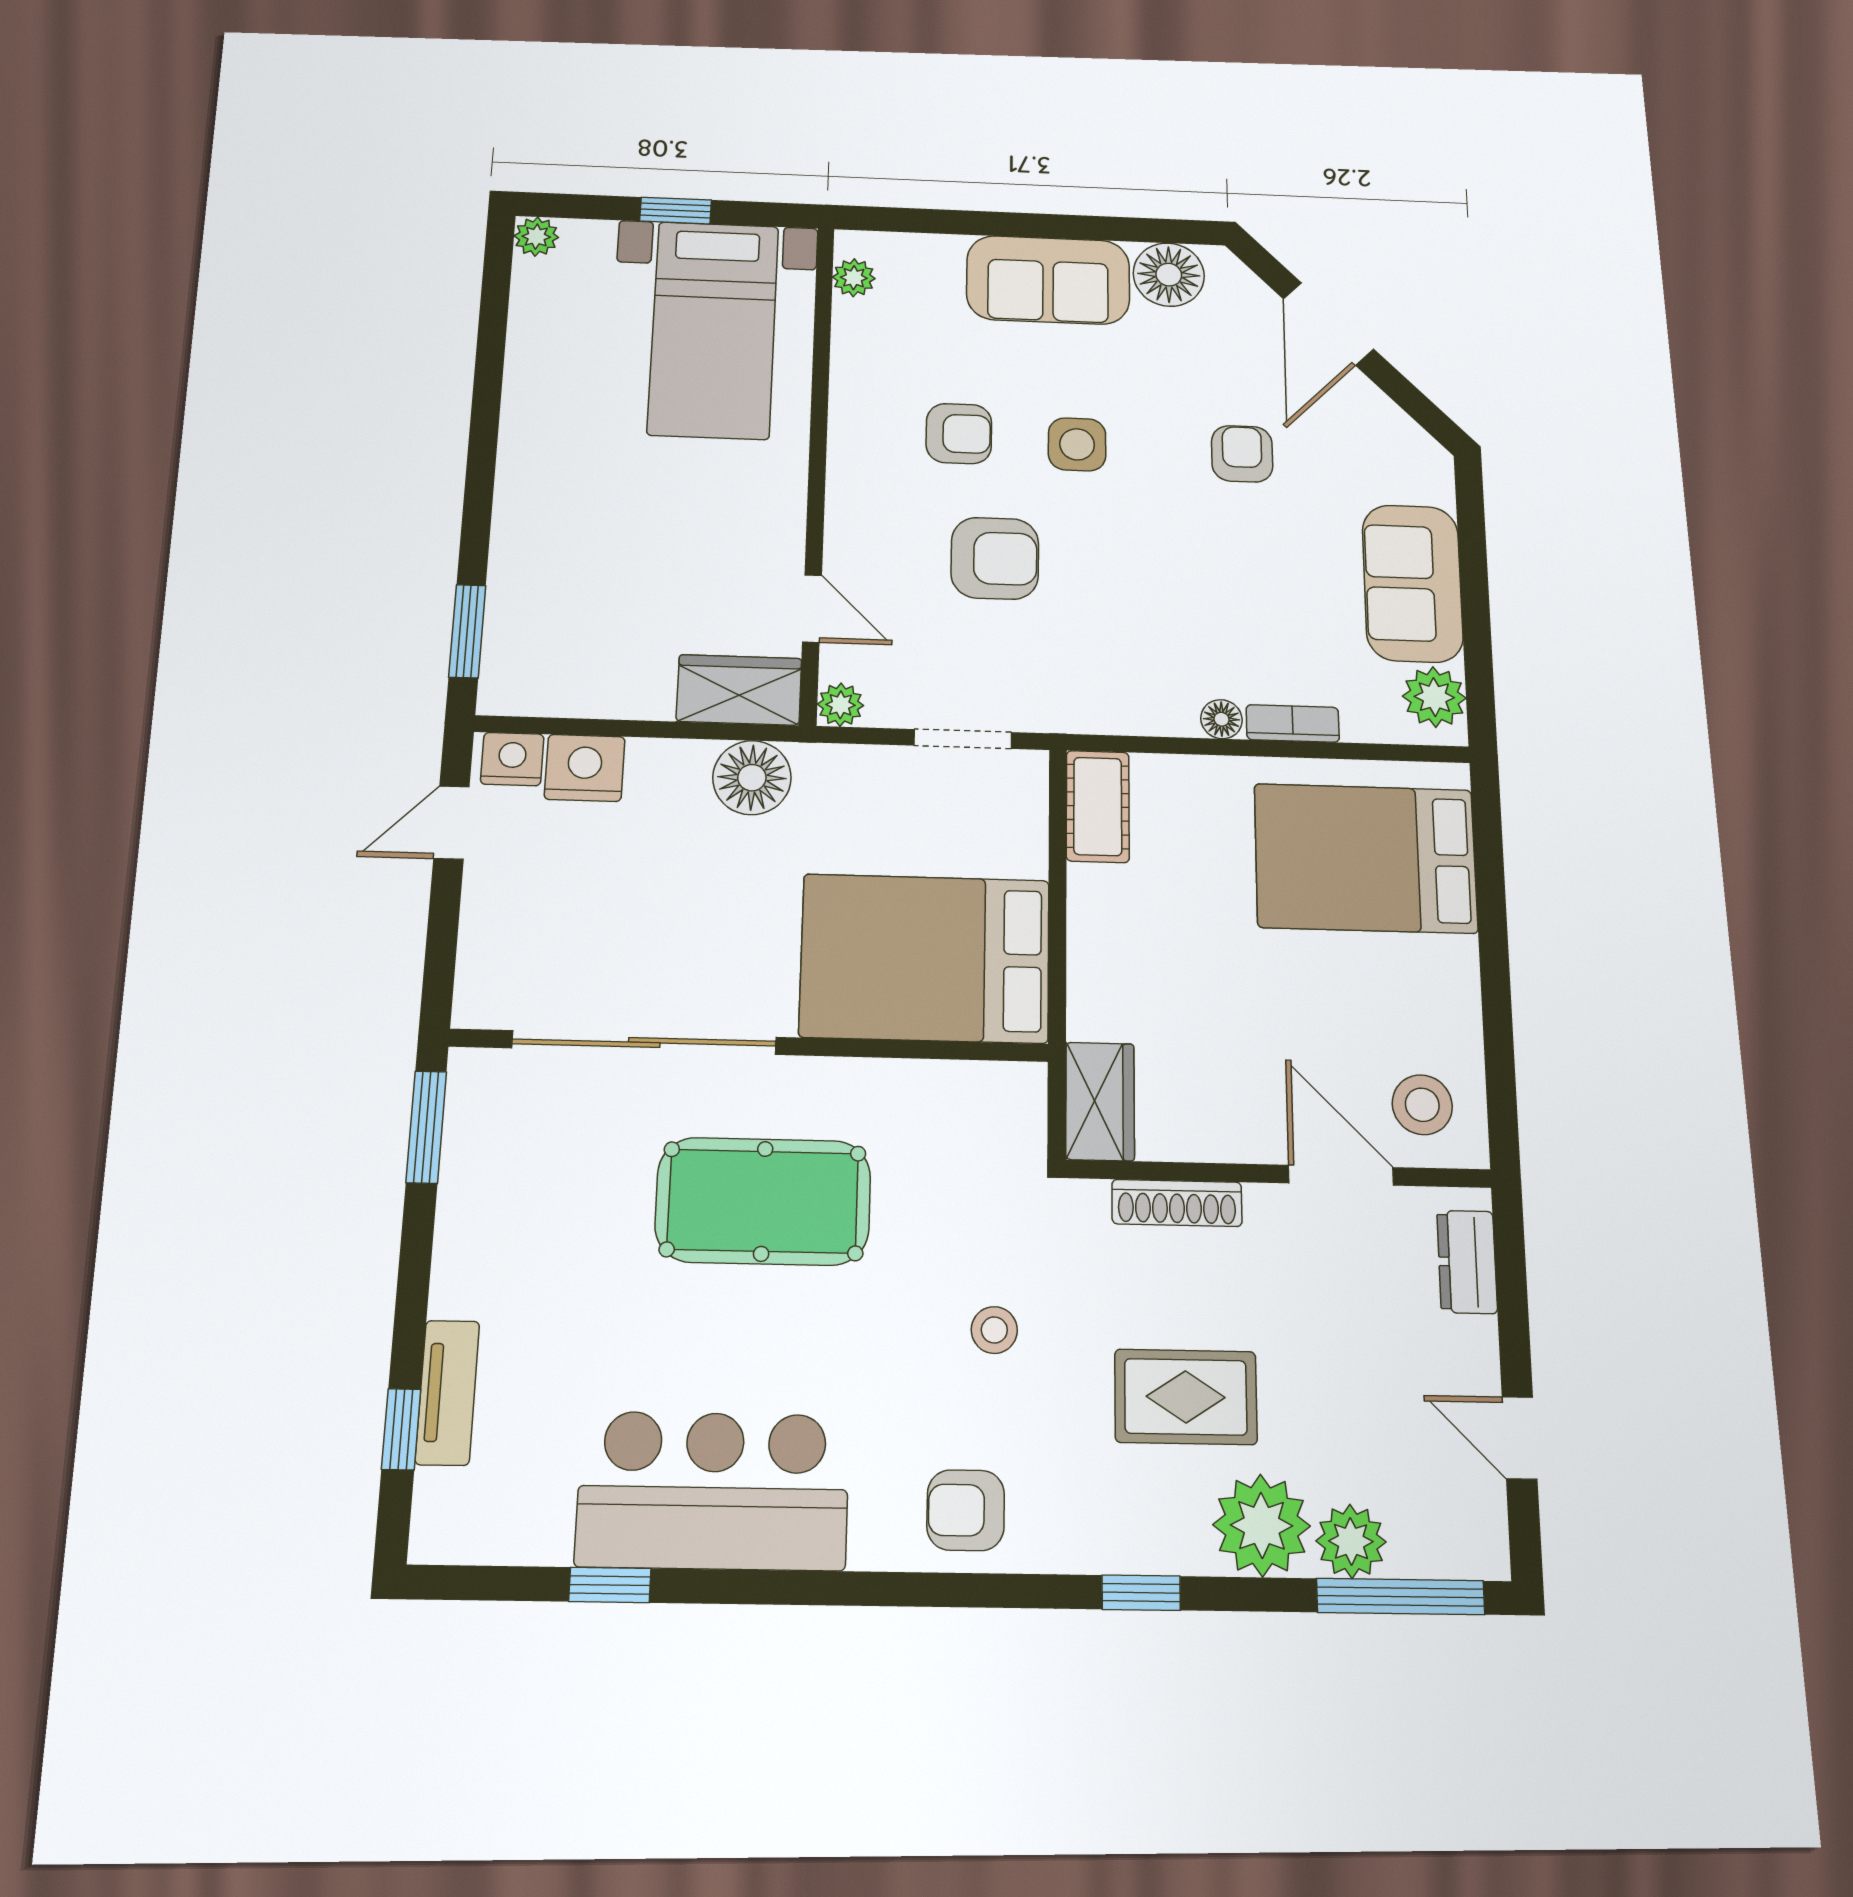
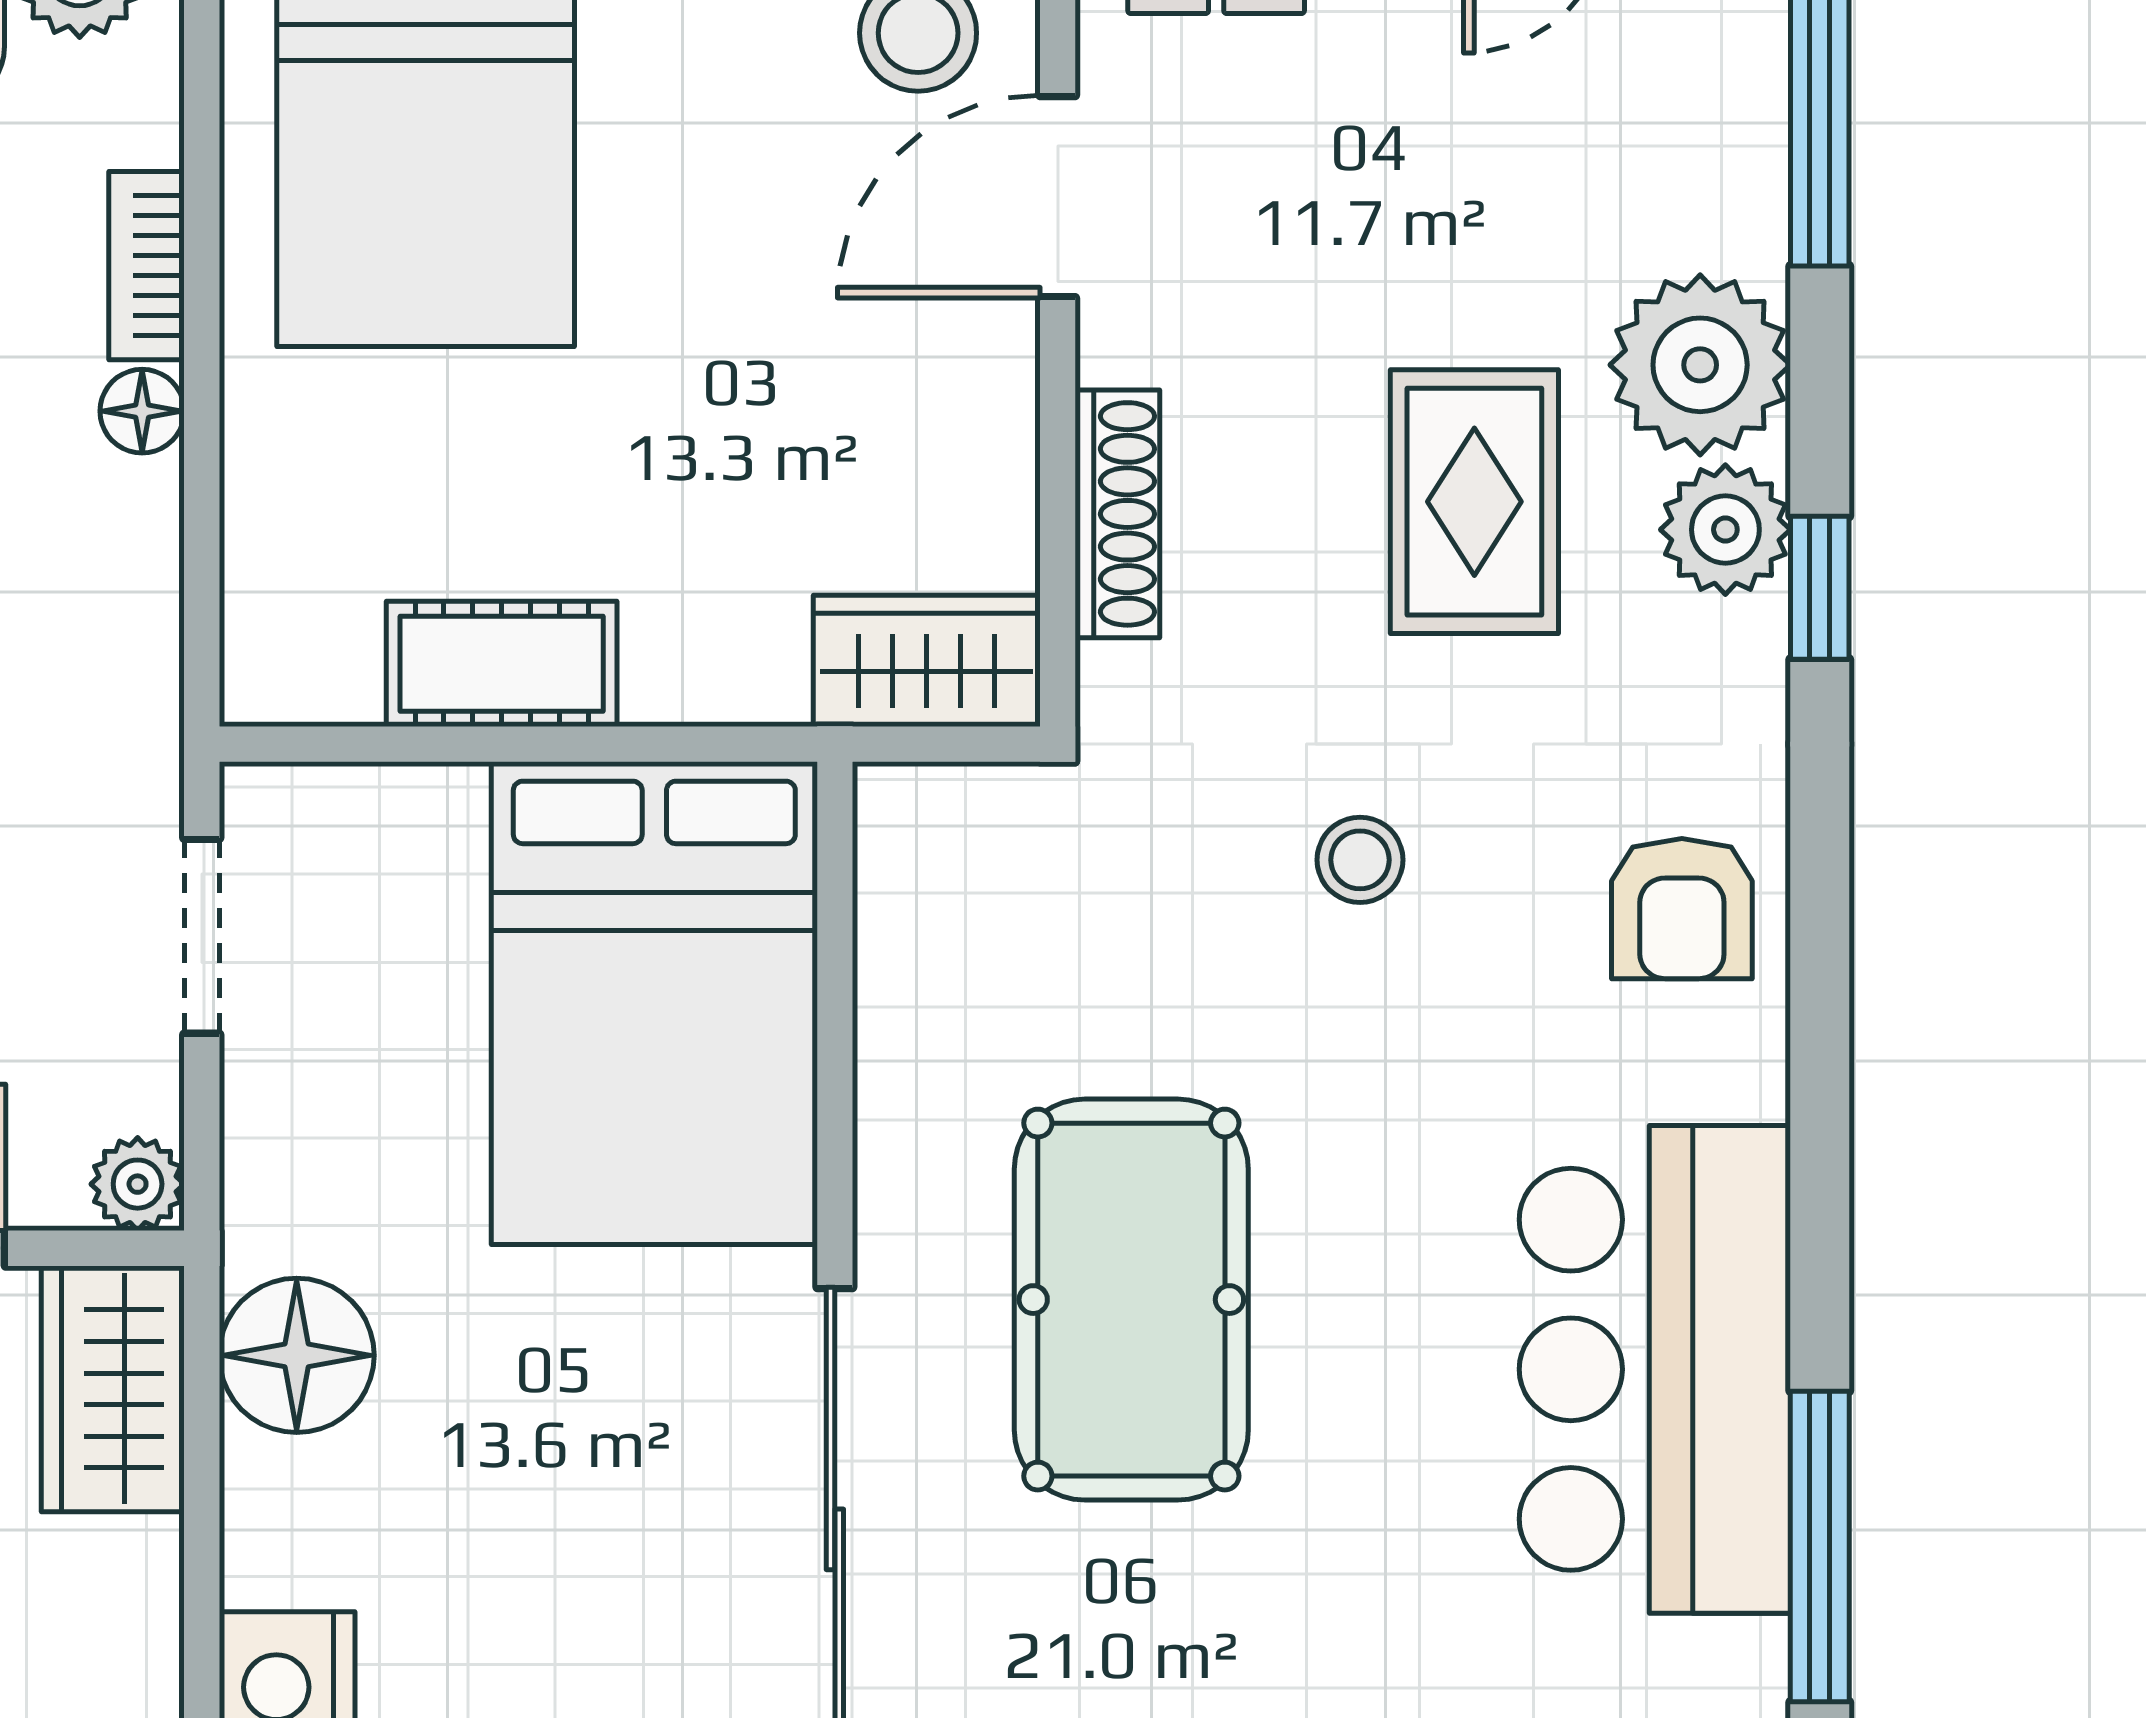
cot: (1098, 806) -> (502, 664), moved
plant: (1351, 1541) -> (1725, 530), moved
window: (610, 1585) -> (1820, 1547), width x2.17

